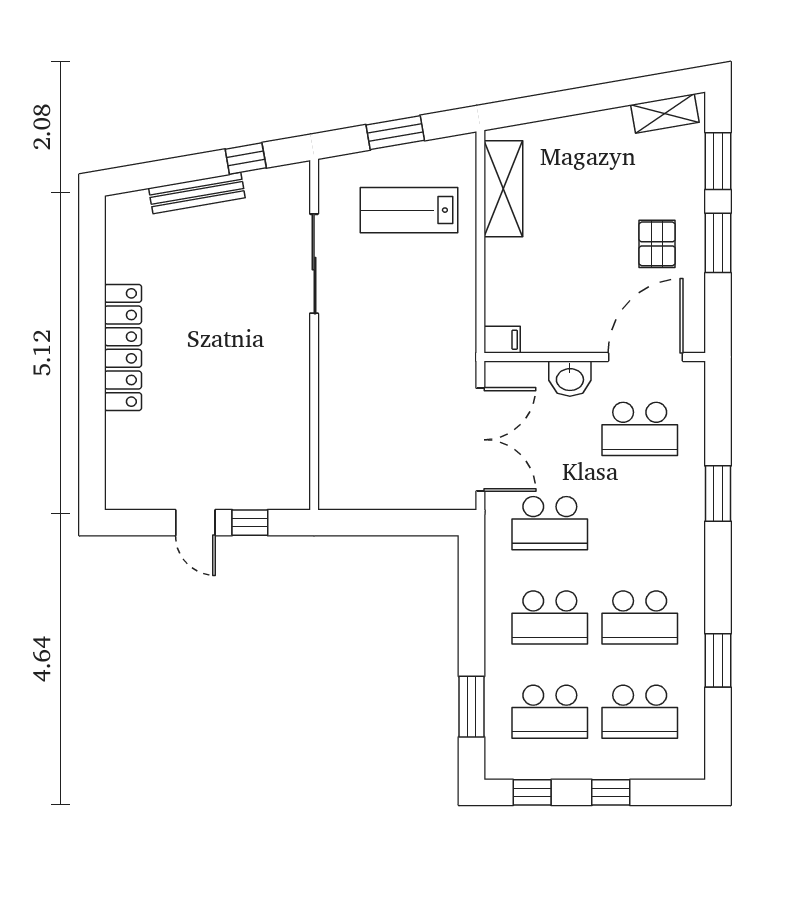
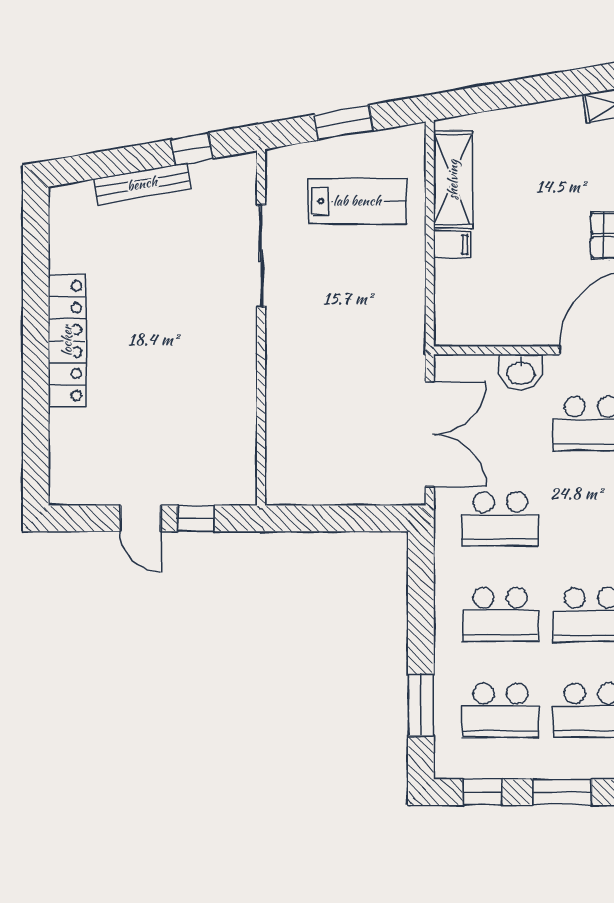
lab bench: (409, 210) -> (357, 201), turned 180
filing cabinet: (502, 340) -> (452, 245), moved
window: (611, 792) -> (562, 792), width x1.50

